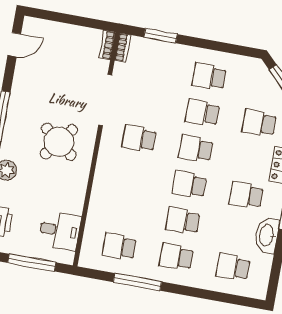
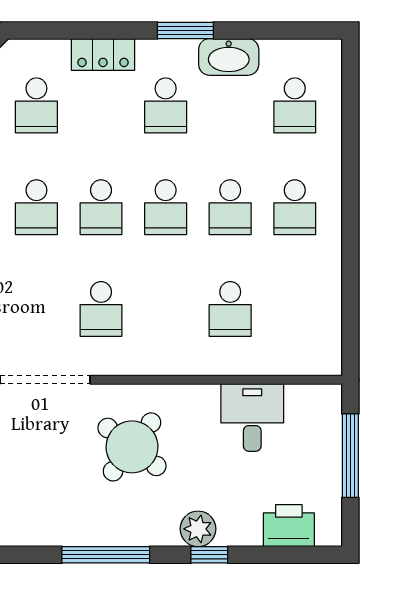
desk: (60, 230) -> (252, 417), moved
school desk: (119, 247) -> (230, 309), moved
window: (137, 282) -> (350, 267), removed

